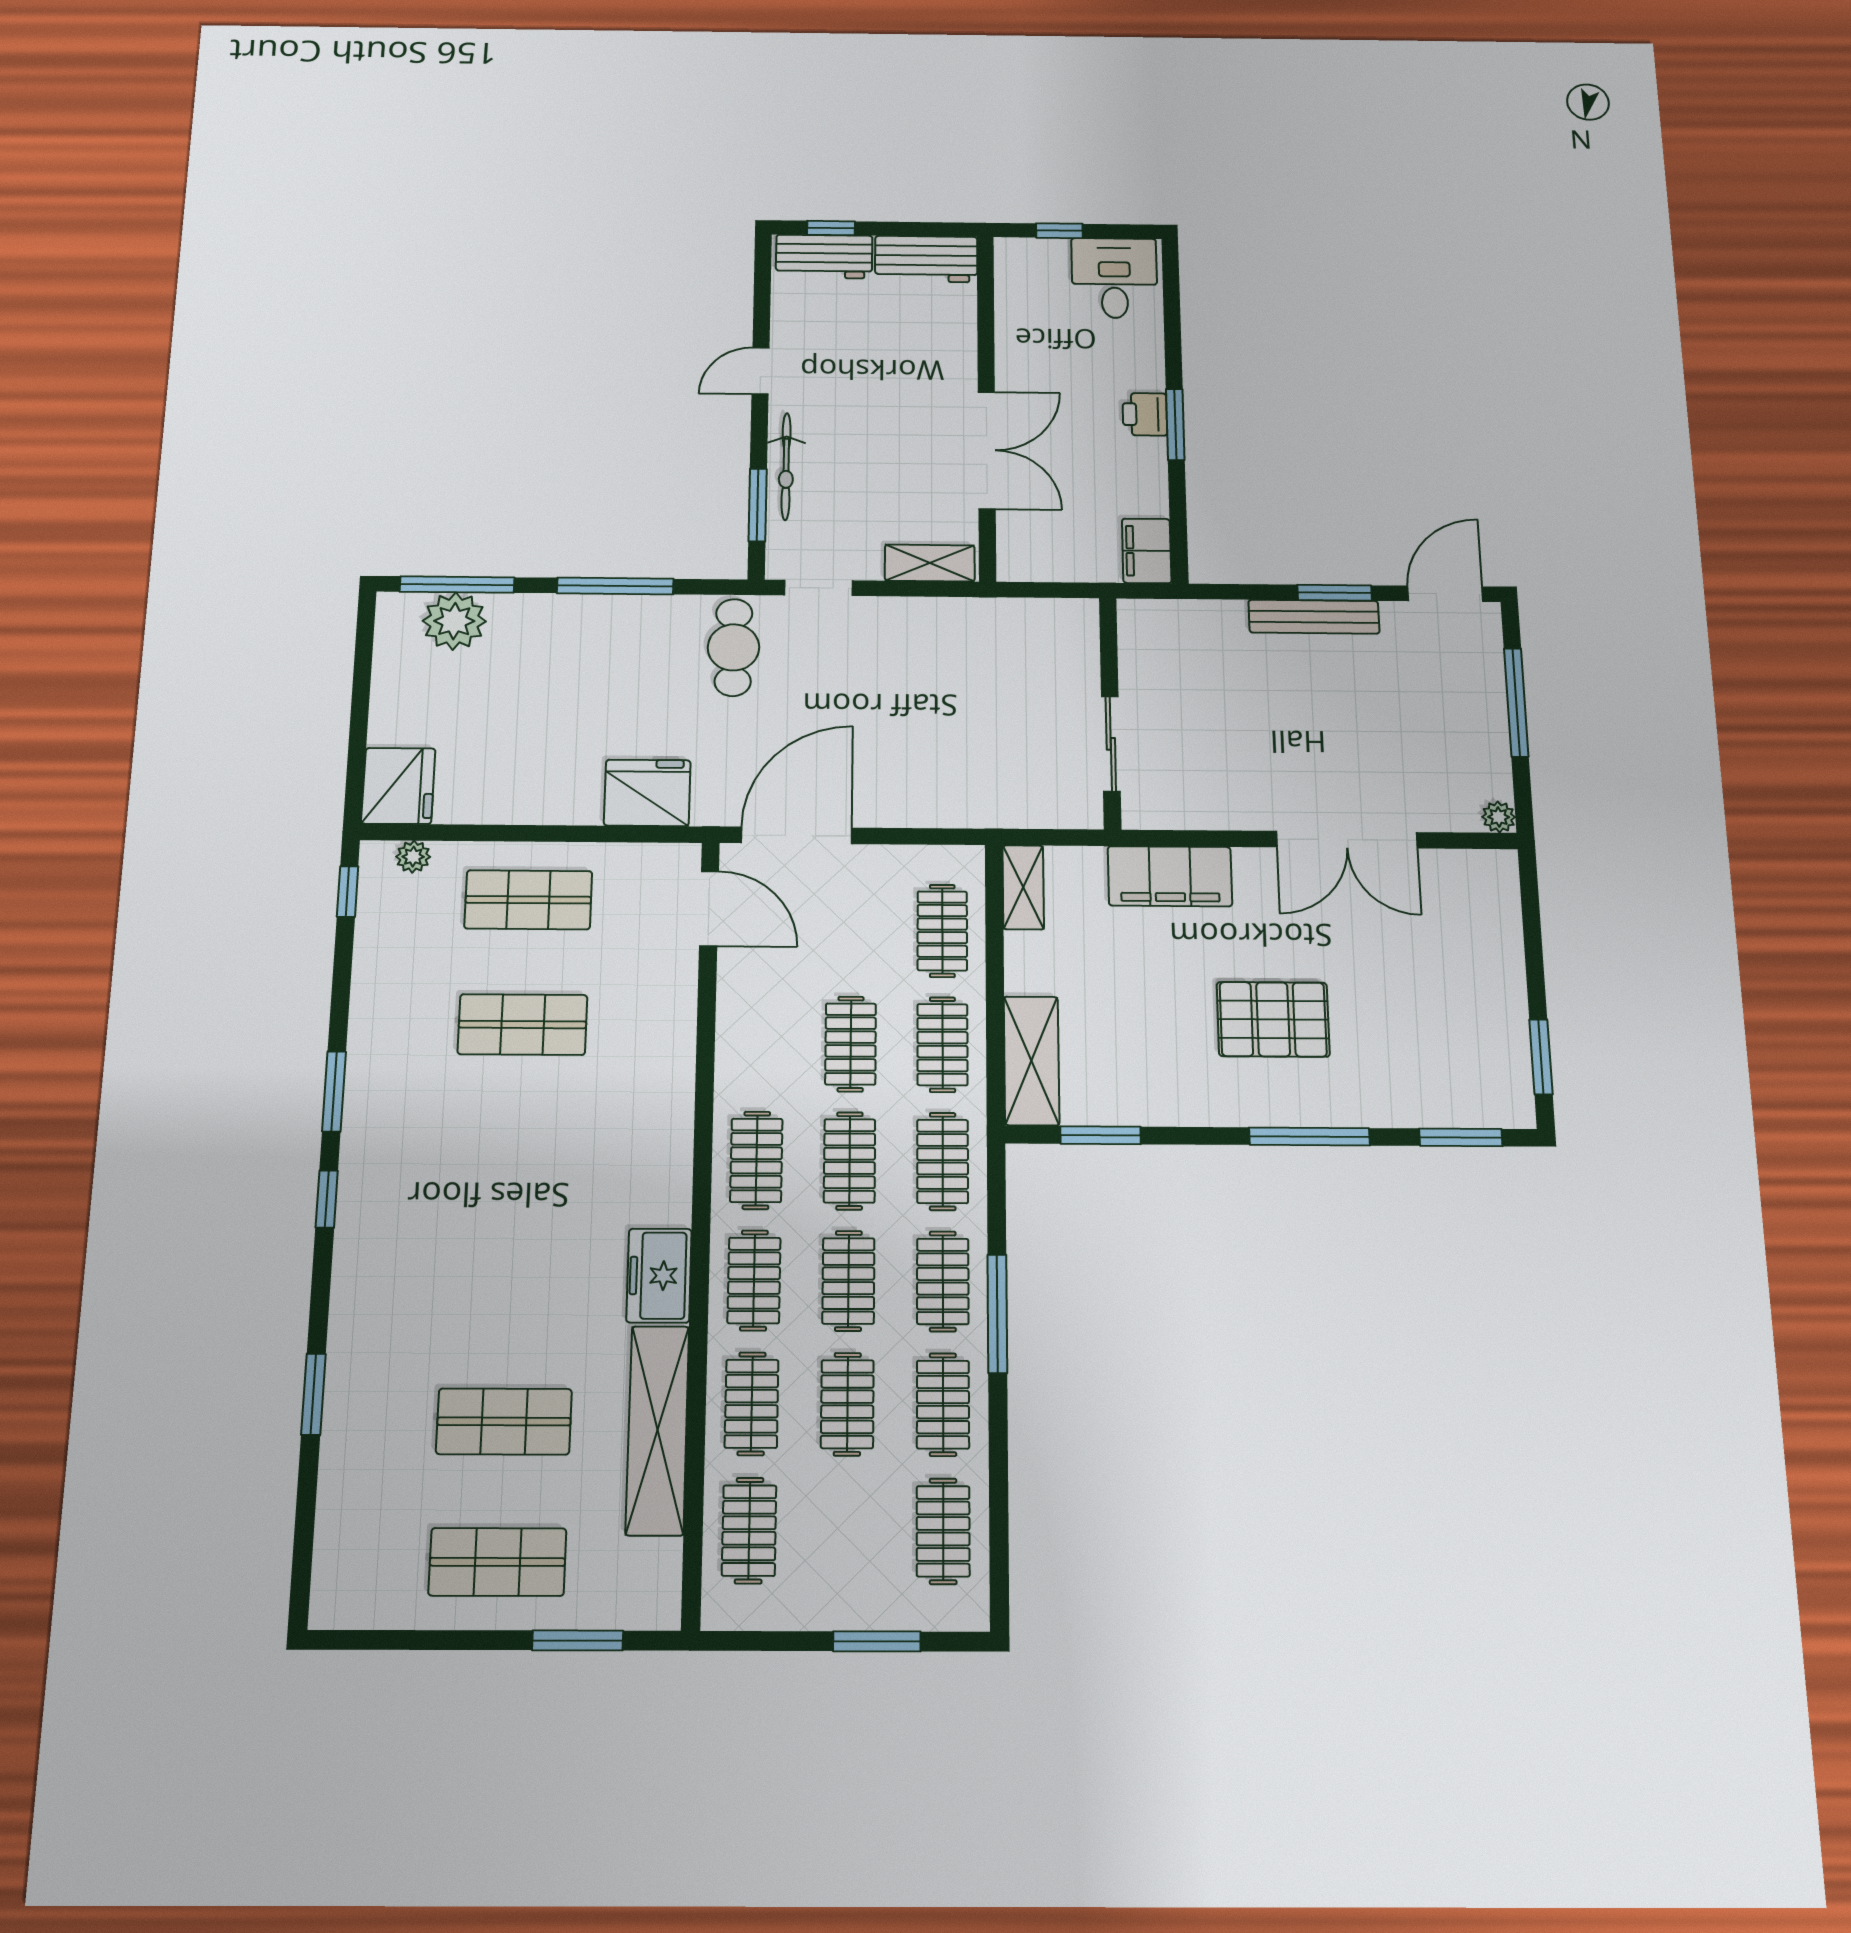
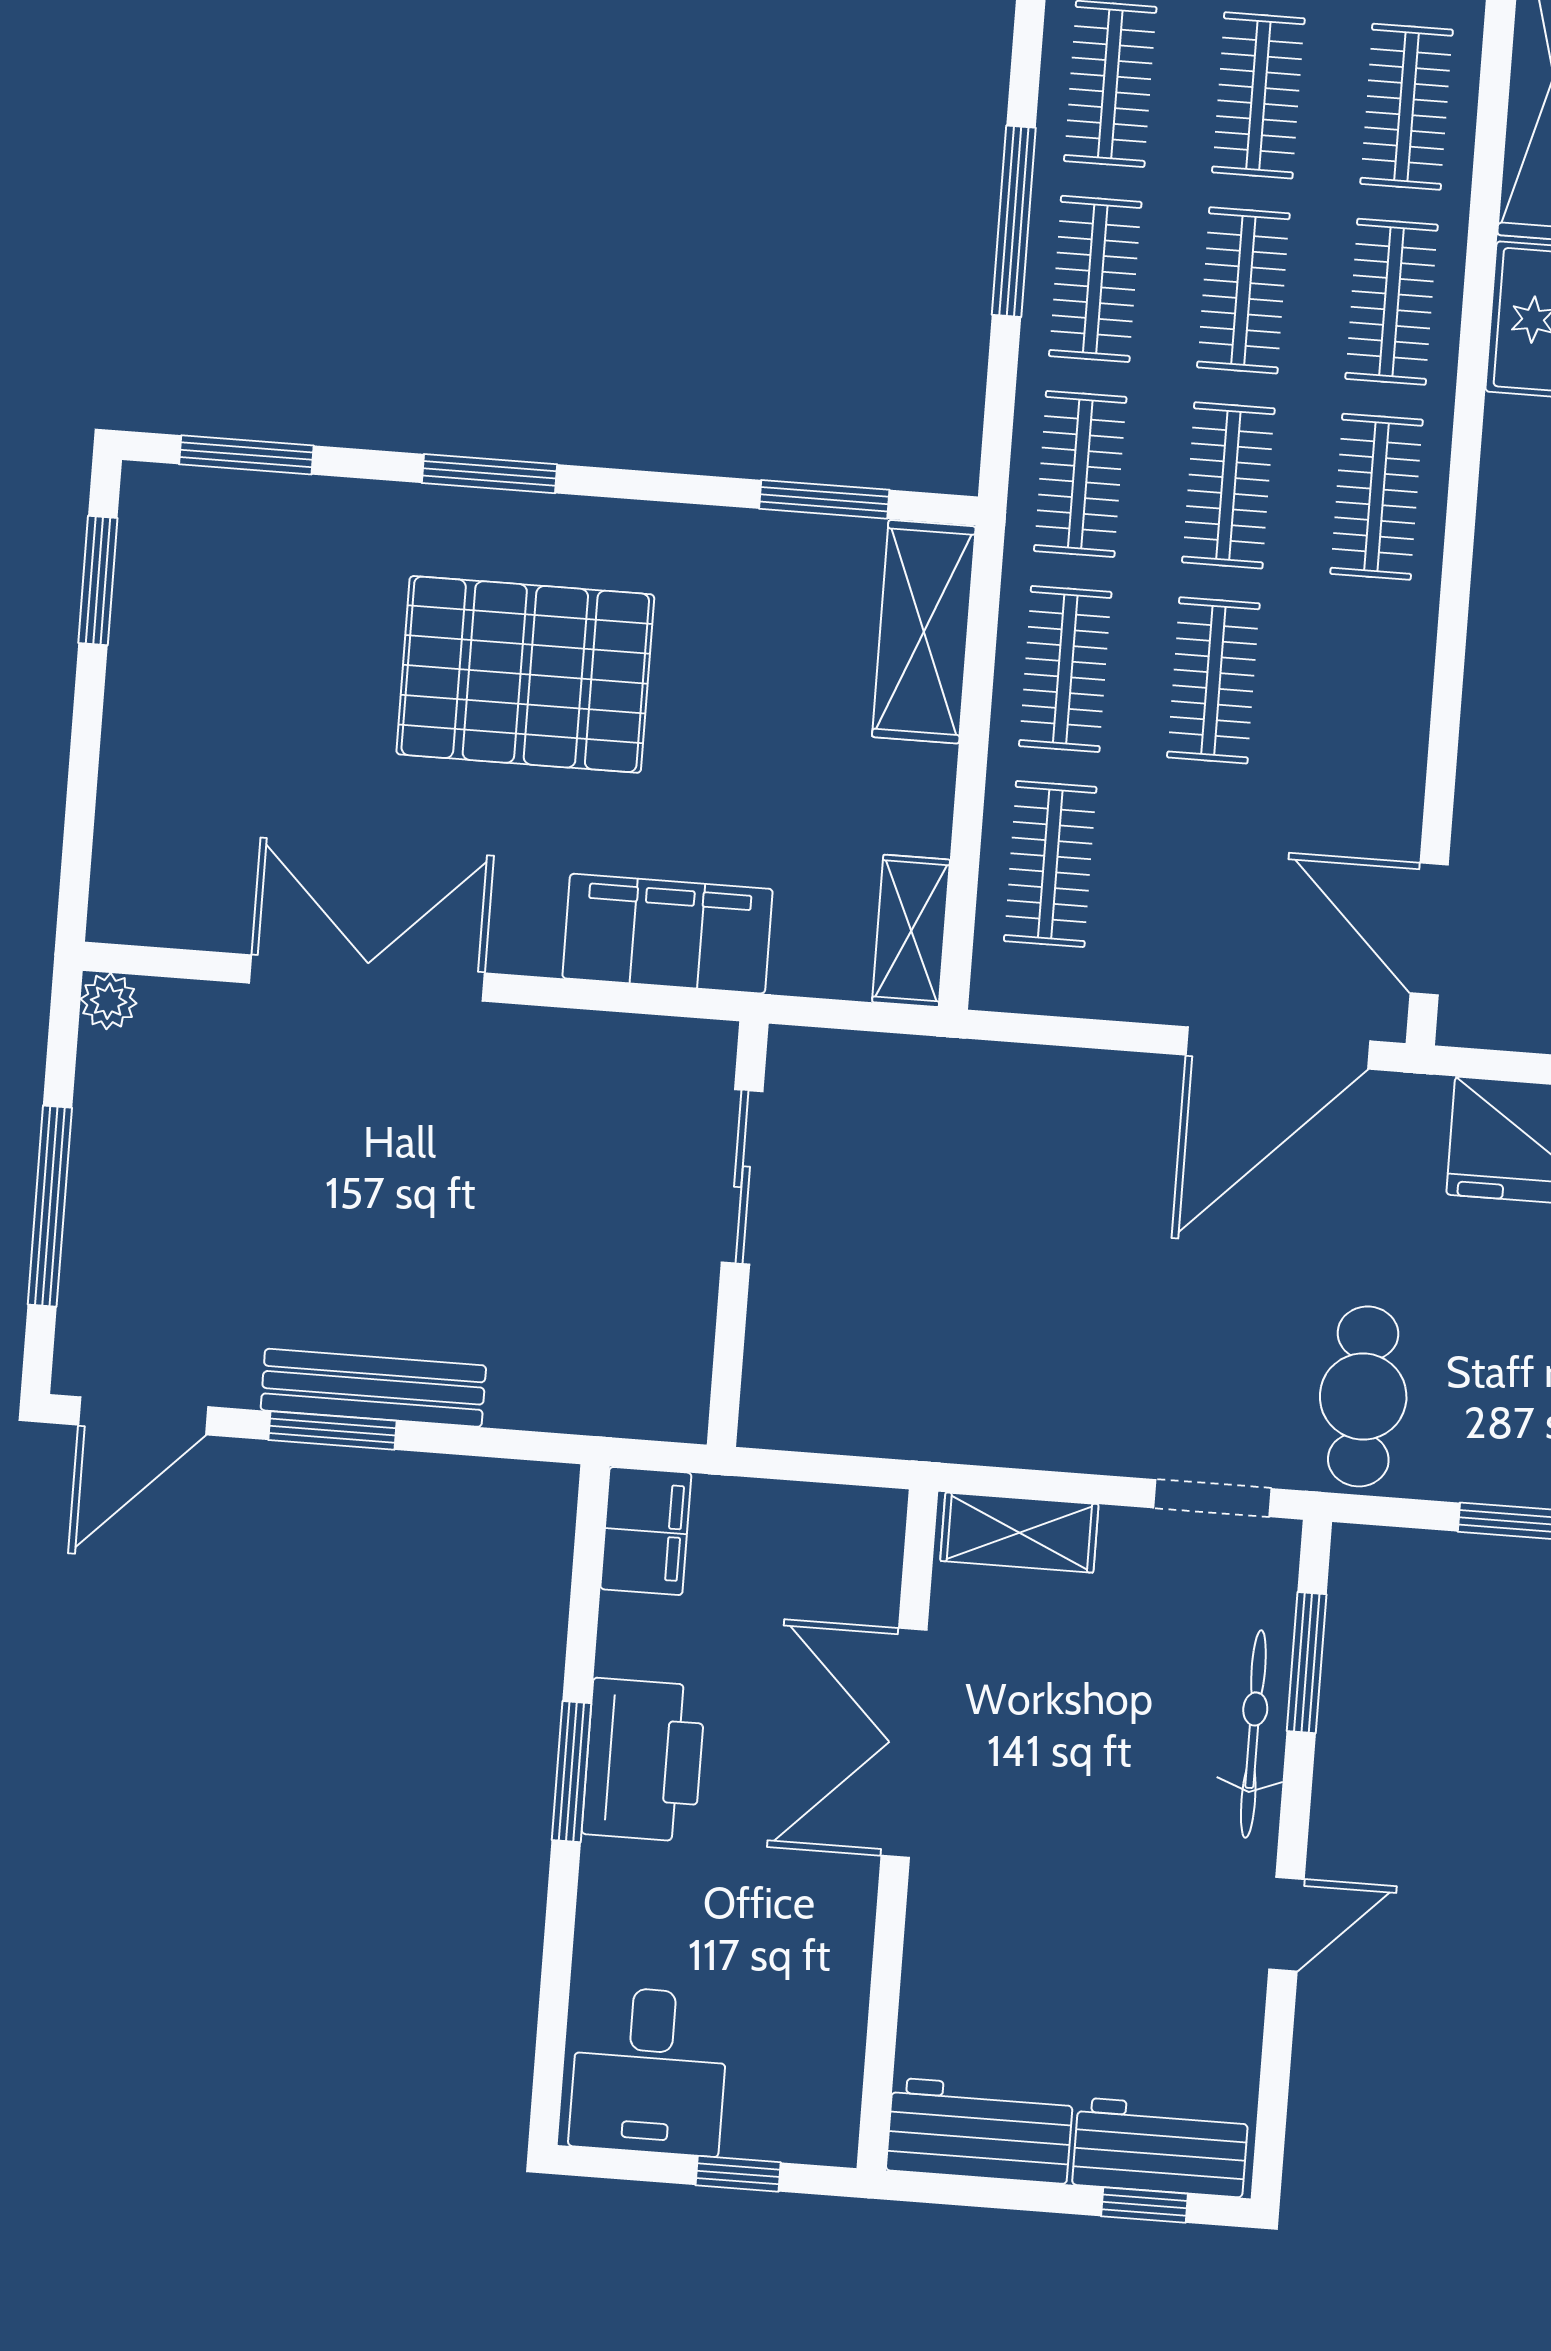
printer: (1145, 414) -> (644, 1760), width x1.87, depth x1.48
pallet: (1273, 1019) -> (525, 674), width x1.37, depth x1.41
window: (1309, 1136) -> (489, 474), width x0.69

